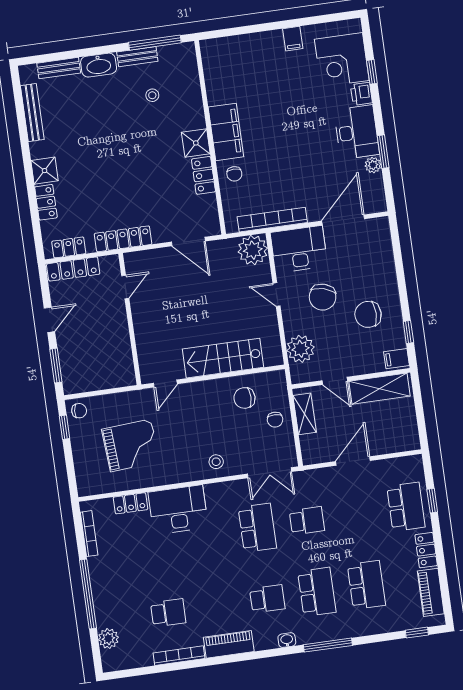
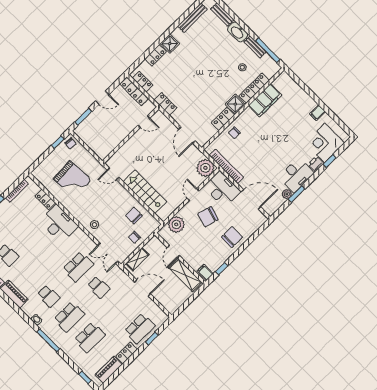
locker: (193, 101) -> (254, 88), added
filing cabinet: (226, 132) -> (265, 100), moved
locker: (123, 239) -> (165, 104), width x0.66
chair: (368, 314) -> (232, 237), moved, turned 90
shelving: (305, 414) -> (137, 259), moved

